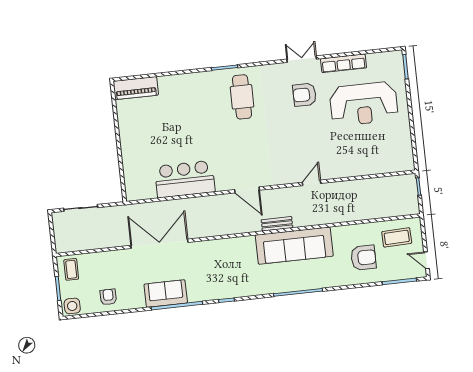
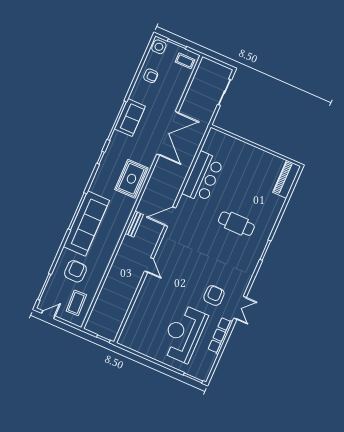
cafe table: (242, 97) -> (236, 224), moved
sofa: (294, 246) -> (86, 223), moved, turned 180
rug: (230, 254) -> (131, 179), added
armchair: (363, 258) -> (75, 271), turned 180

